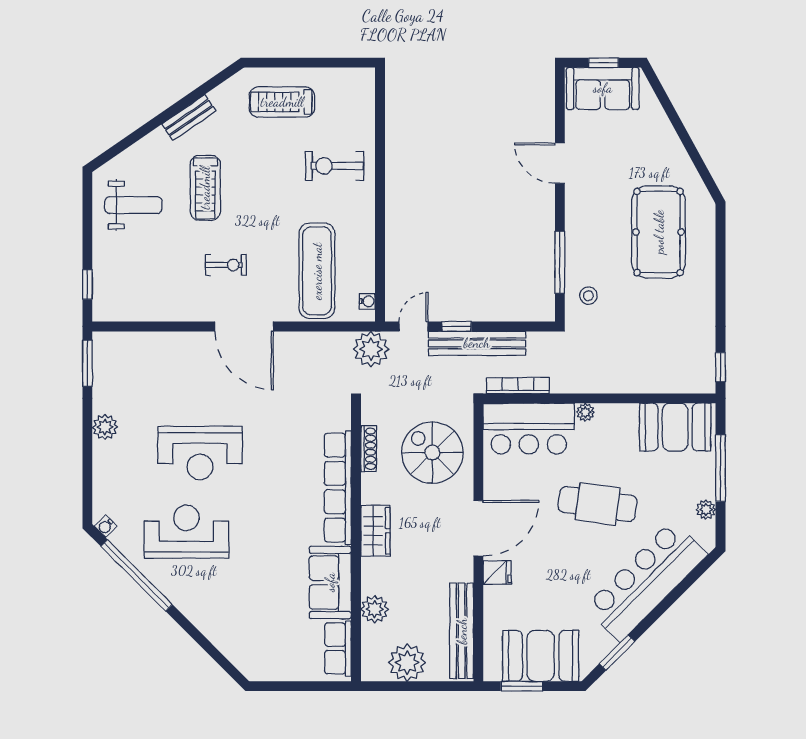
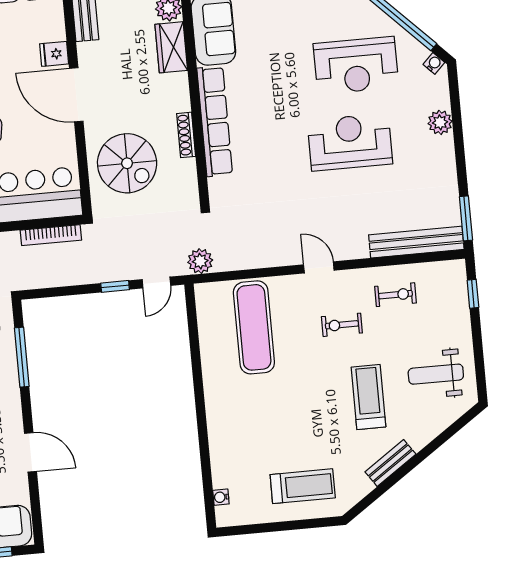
exercise bike: (335, 166) -> (396, 295), moved, width x0.73, depth x0.72
water cooler: (367, 301) -> (221, 497), moved
door: (244, 326) -> (319, 267), width x0.53
bench: (477, 343) -> (416, 242), moved
plant: (371, 349) -> (200, 261), width x0.73, depth x0.73
plant: (105, 427) -> (440, 122), moved
shoe rack: (369, 449) -> (186, 135), moved
door: (478, 528) -> (76, 95), hinge flipped
wardrobe: (375, 531) -> (171, 47), moved

